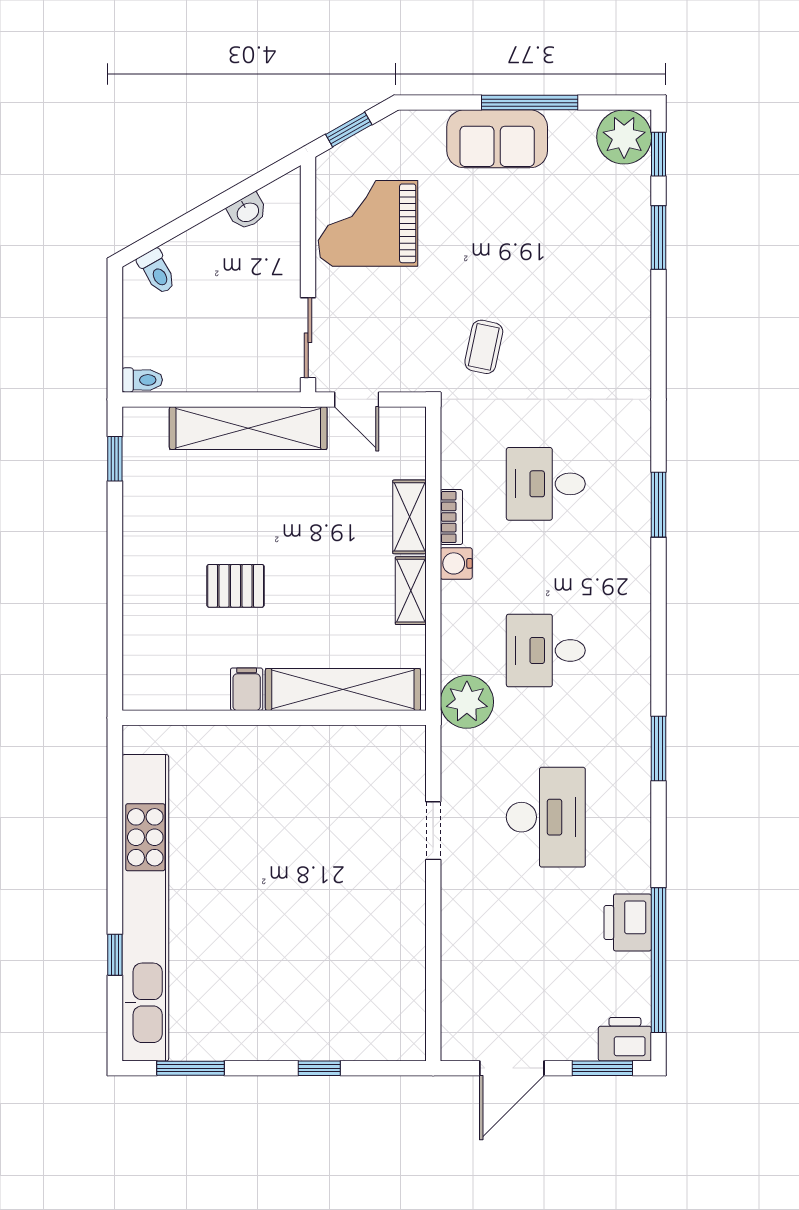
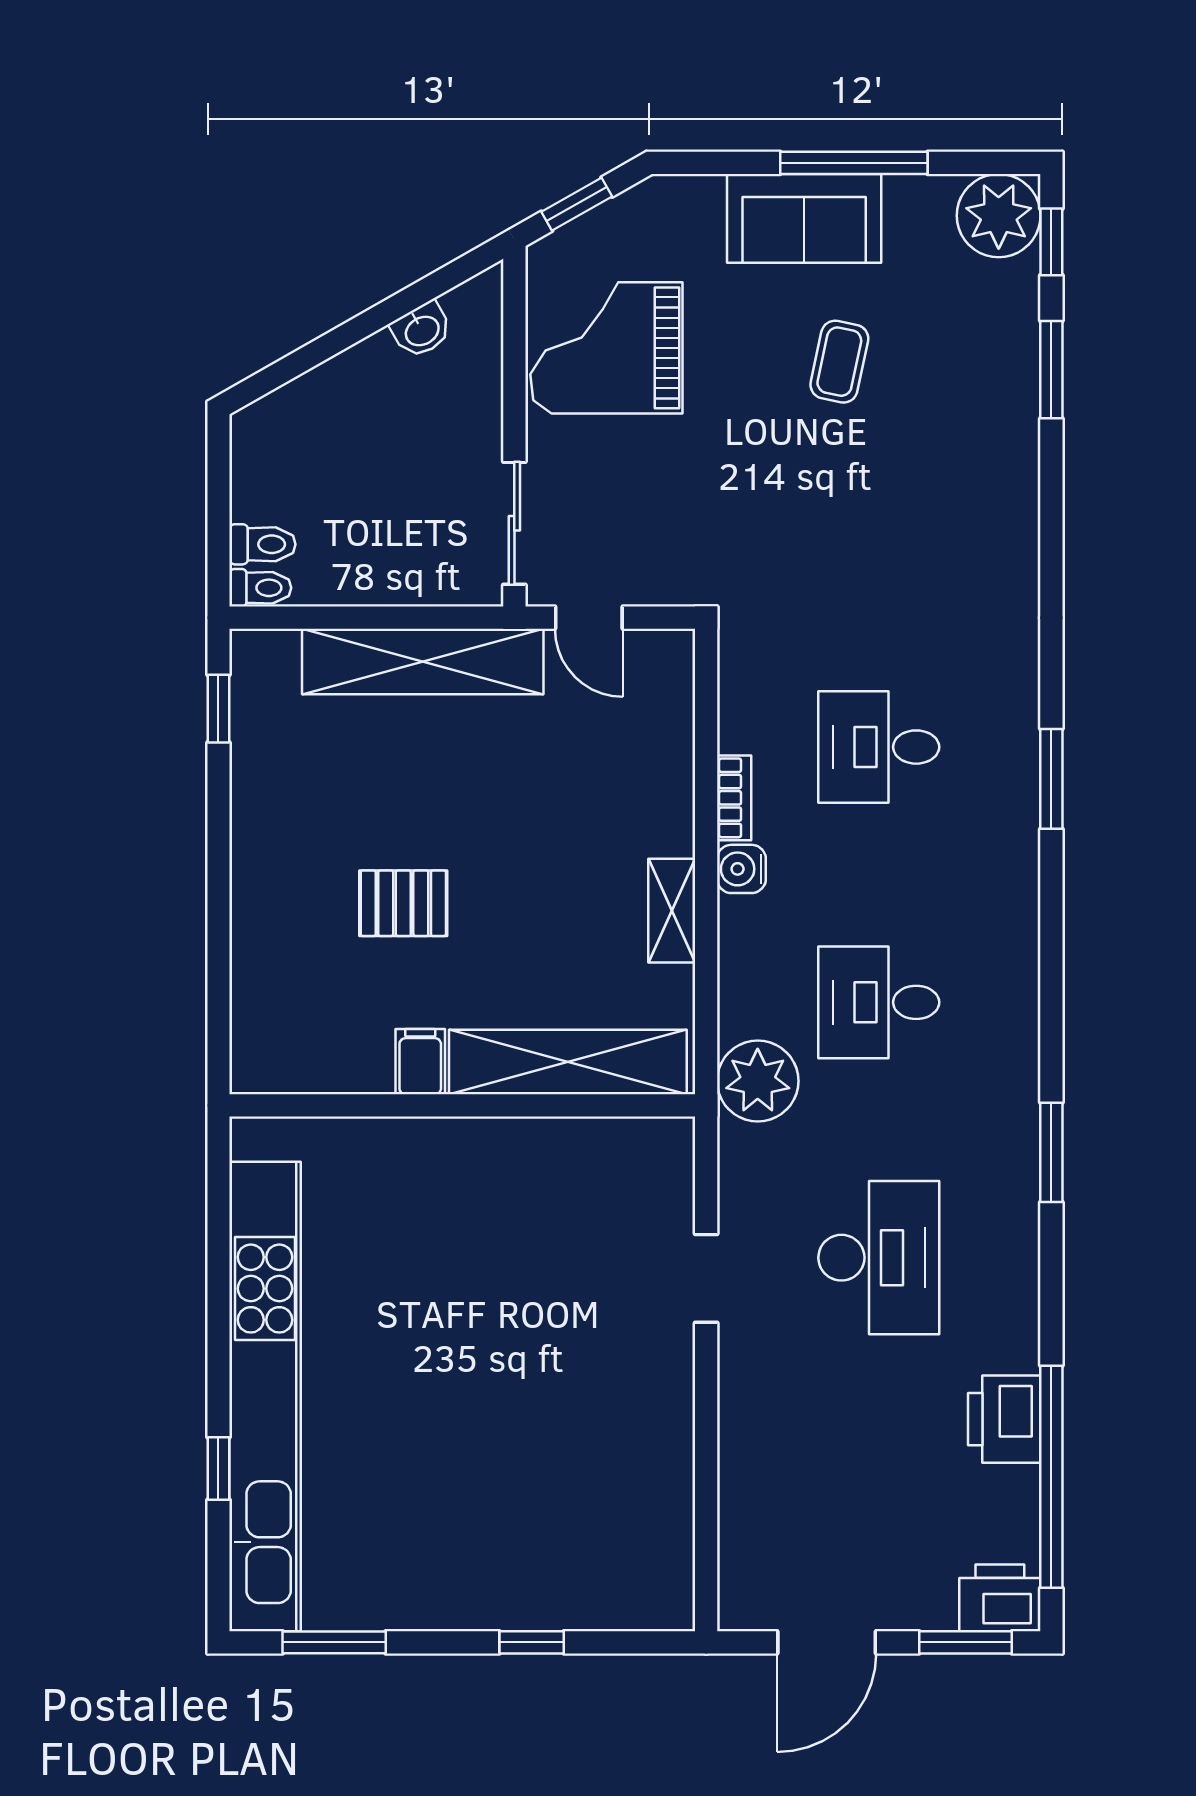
toilet: (157, 272) -> (262, 544), moved, turned -60
coffee table: (484, 347) -> (839, 362), moved
shelving: (409, 517) -> (670, 798), removed

